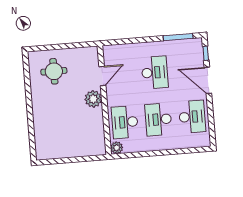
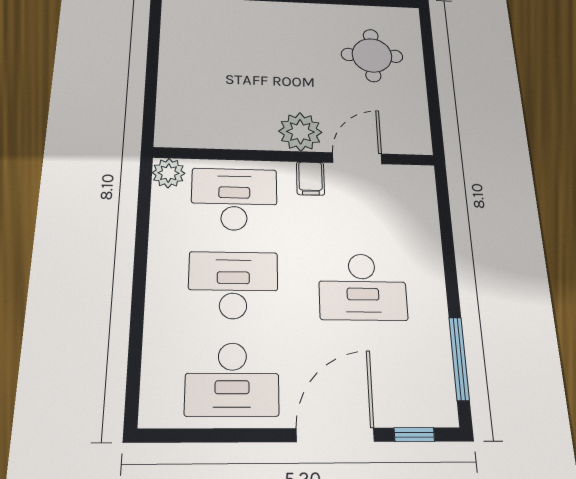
door: (102, 76) -> (357, 158), swing flipped
filing cabinet: (113, 94) -> (310, 178), added

